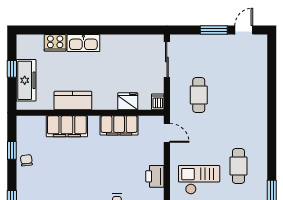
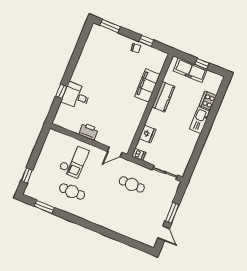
filing cabinet: (119, 125) -> (133, 121), removed

